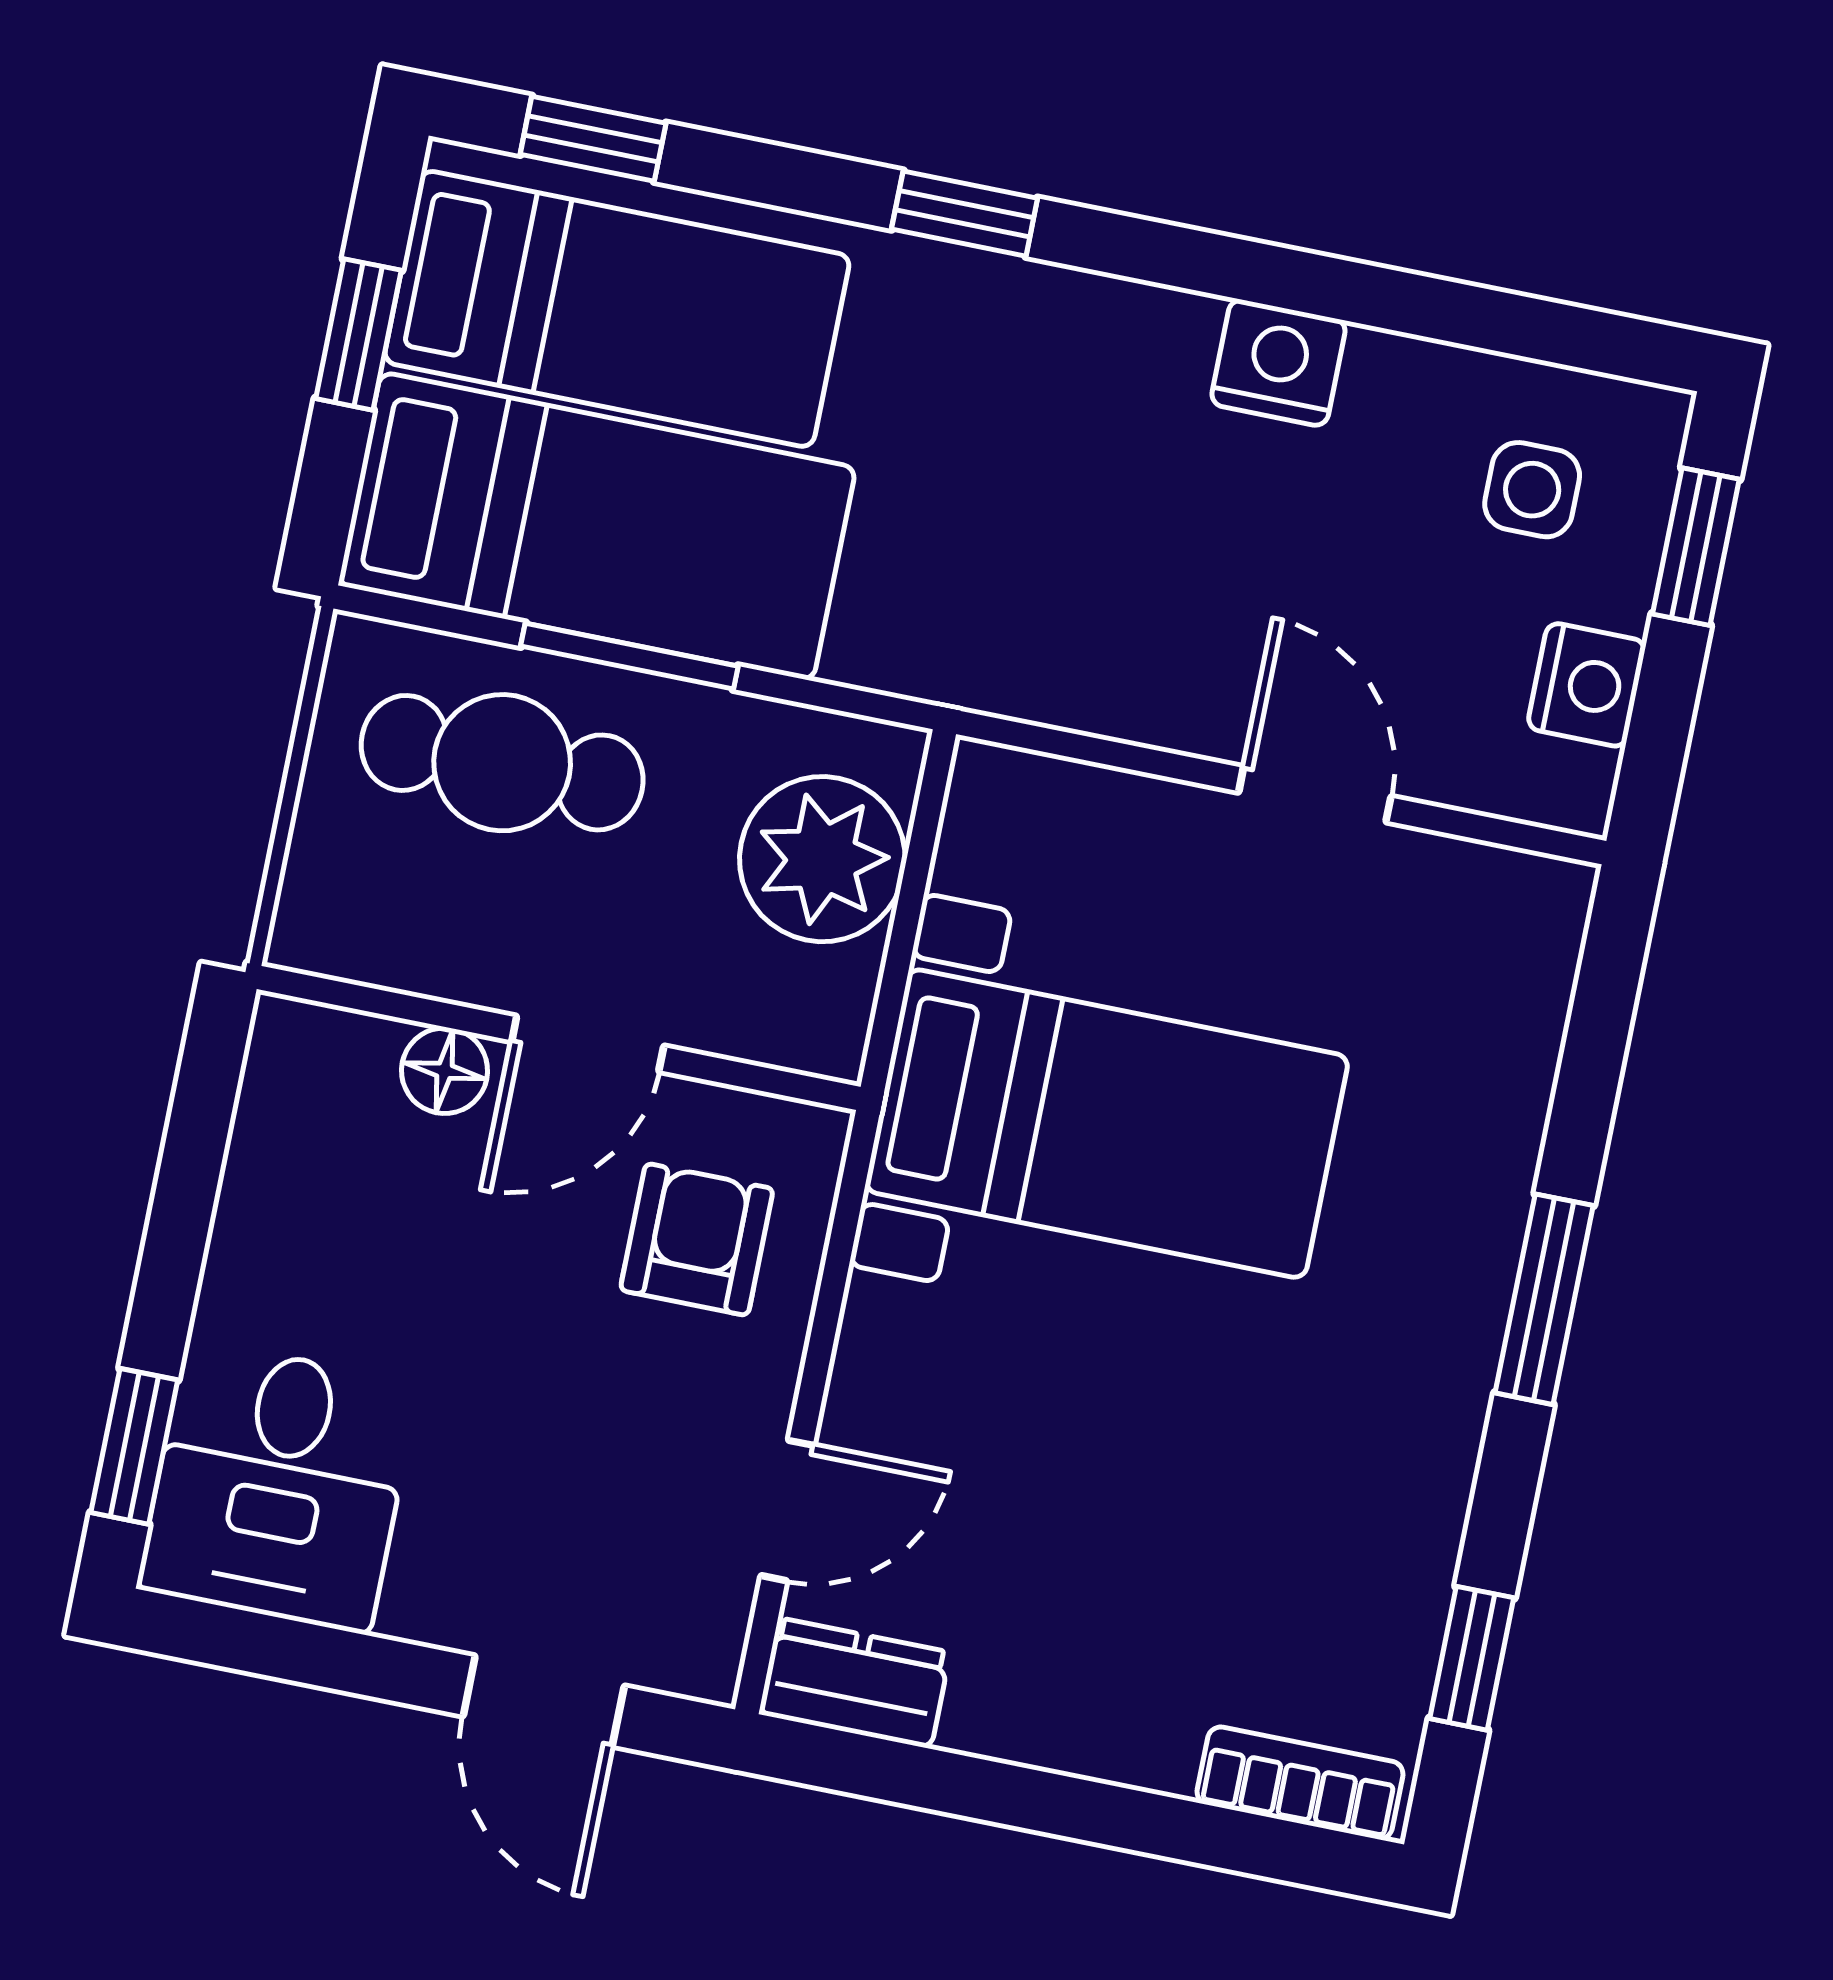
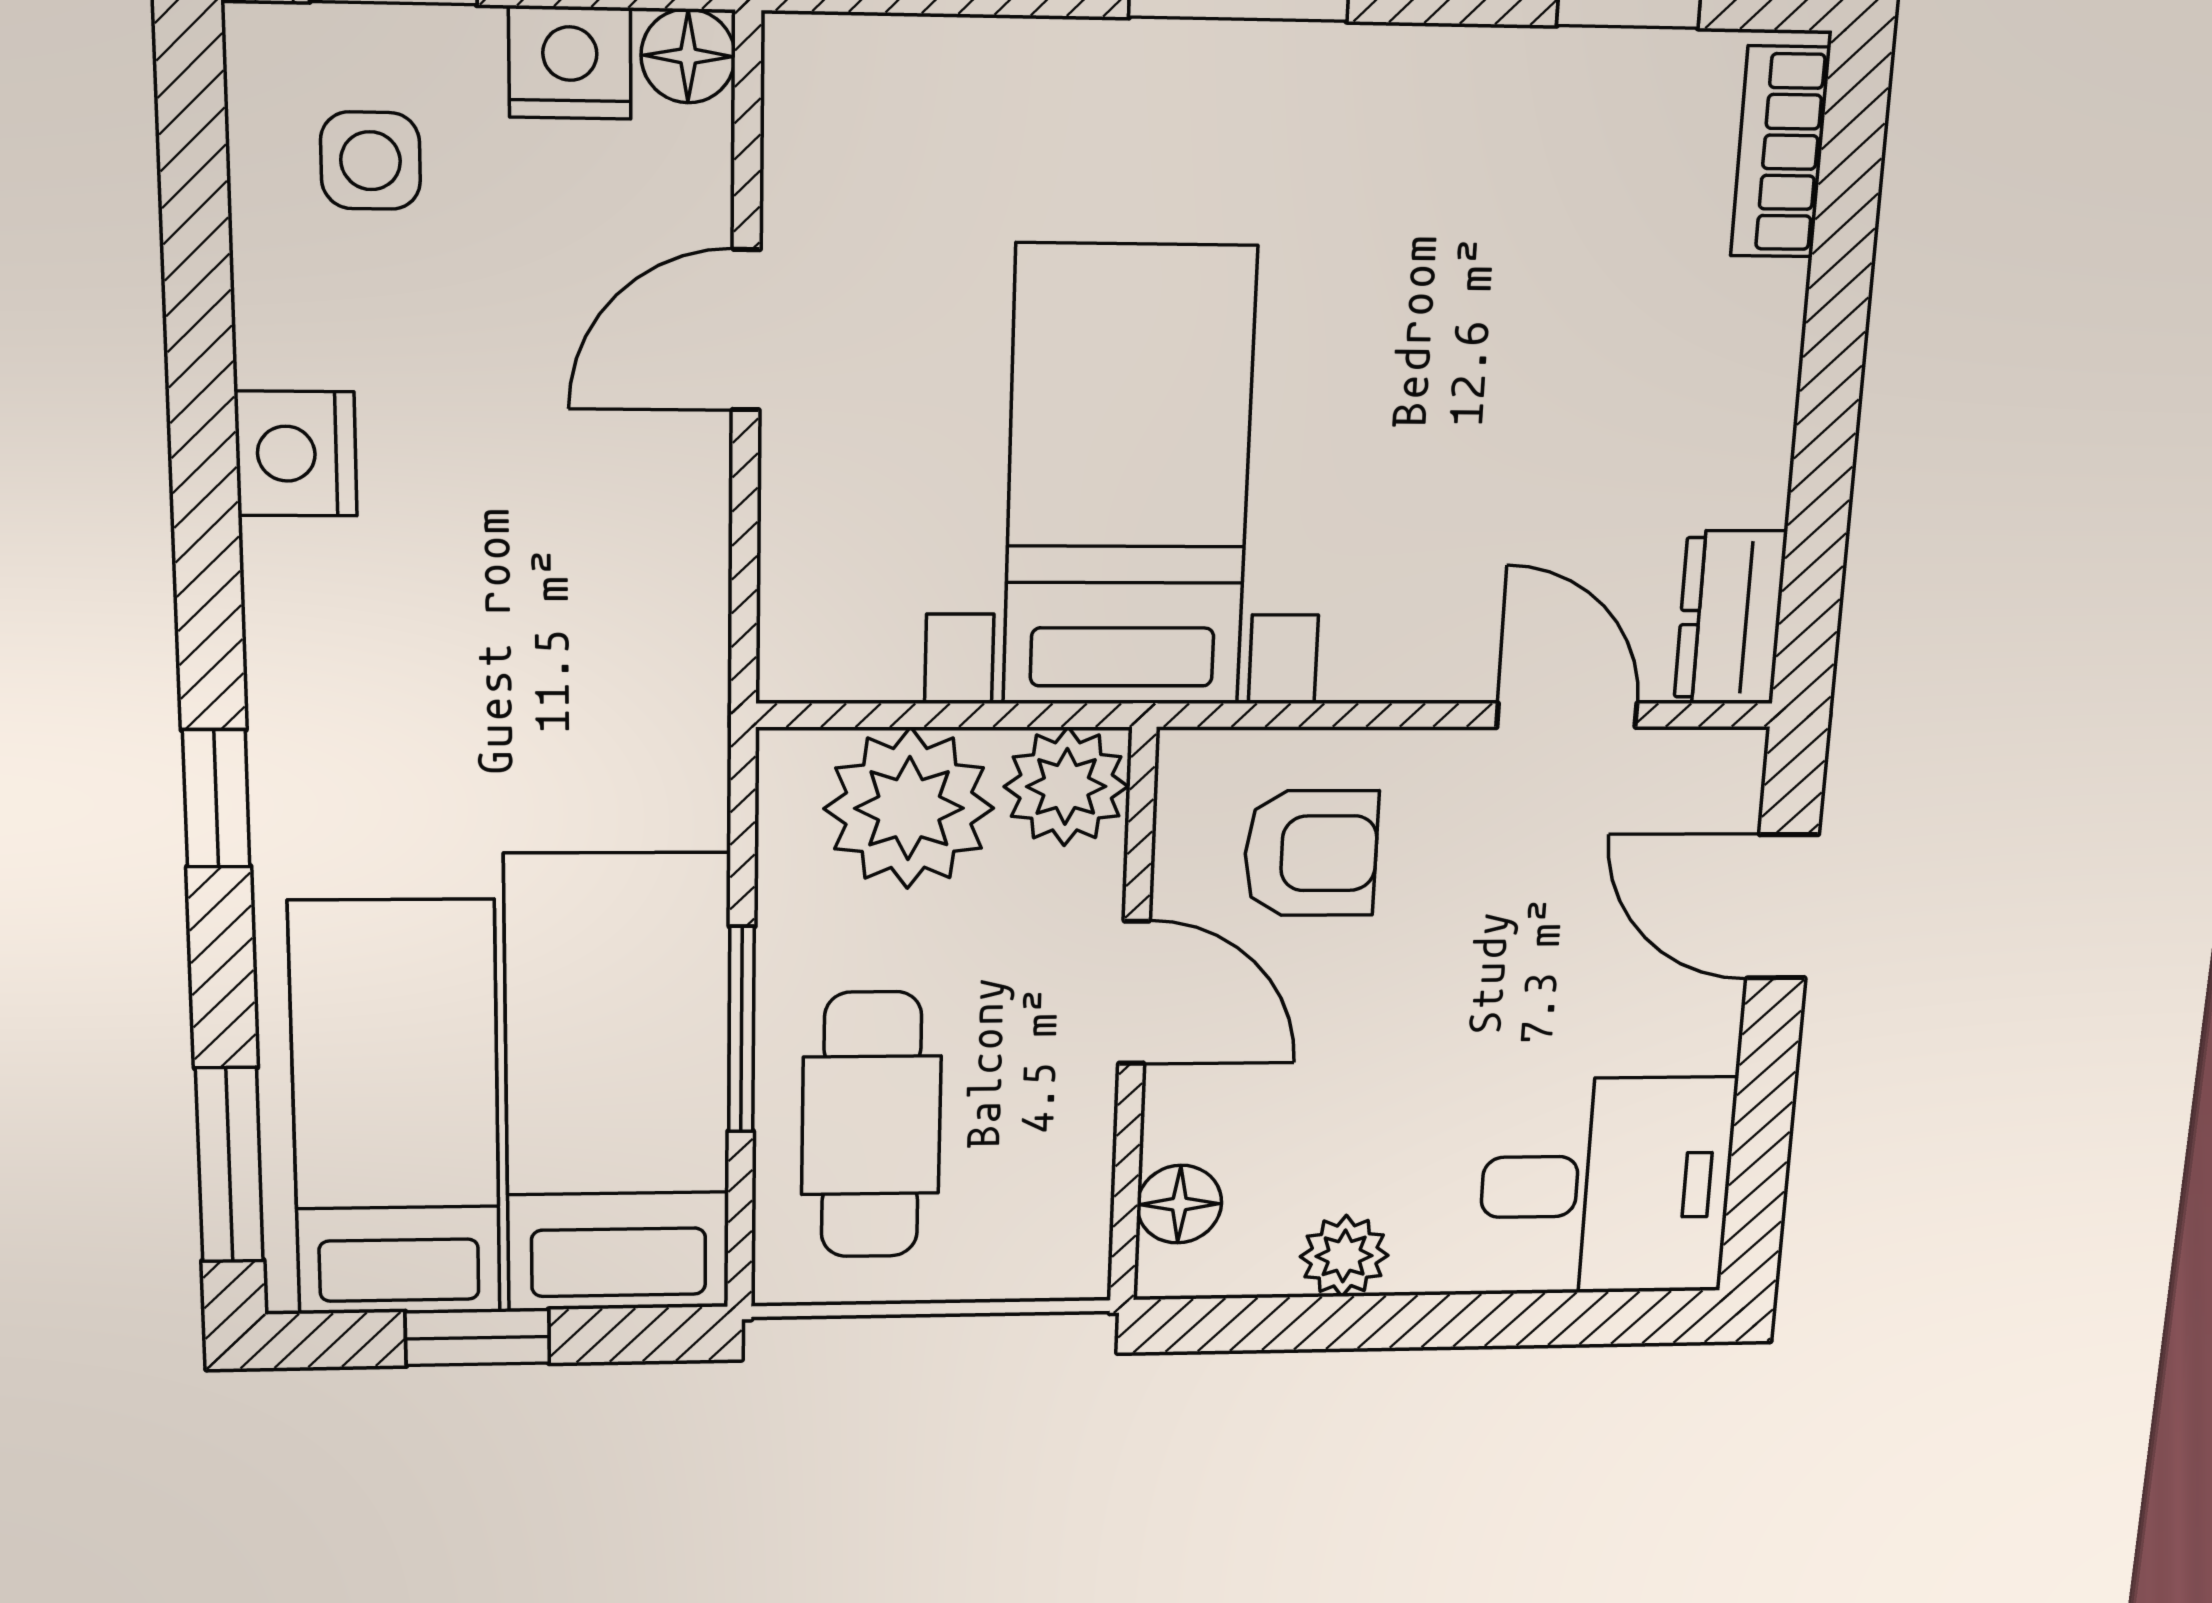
window: (593, 139) -> (229, 1165), width x1.50
floor lamp: (1573, 791) -> (688, 56), added
plant: (814, 1013) -> (1066, 787), added
floor lamp: (445, 1071) -> (1179, 1204), moved
plant: (259, 1209) -> (1344, 1256), added
armchair: (697, 1239) -> (1311, 853), turned 180
window: (134, 1446) -> (1586, 1318), removed
door: (544, 1701) -> (1782, 907), swing flipped

